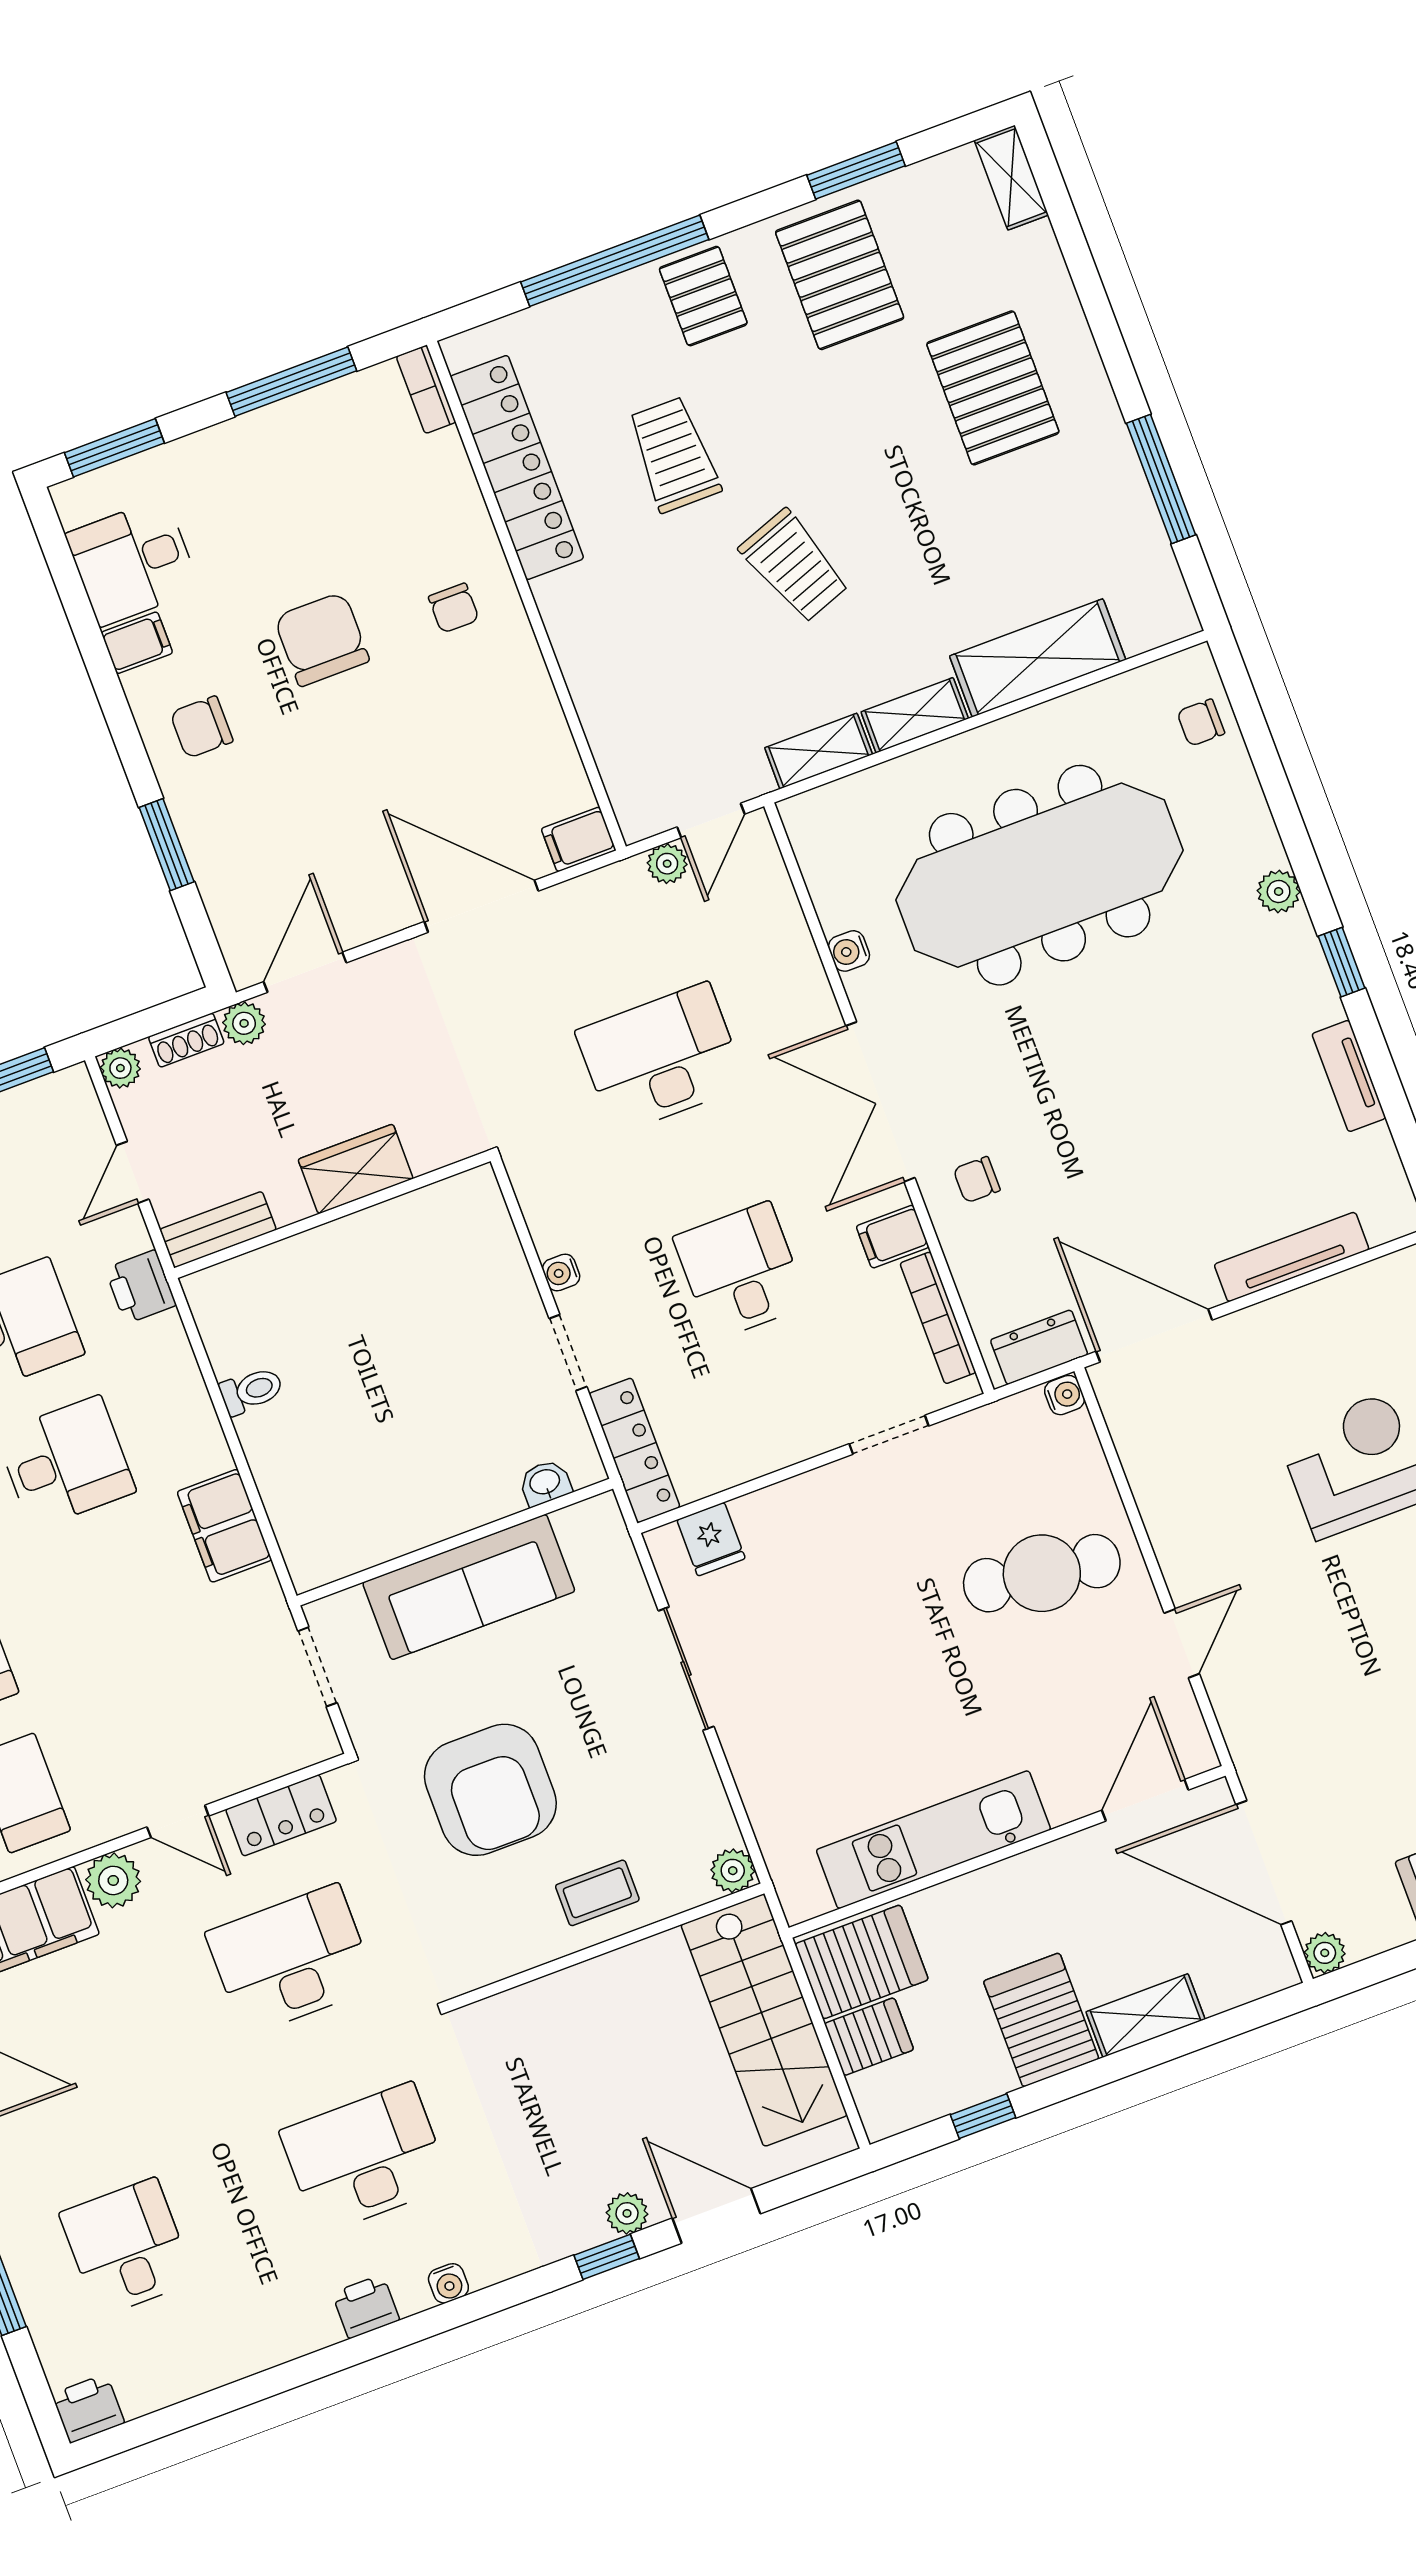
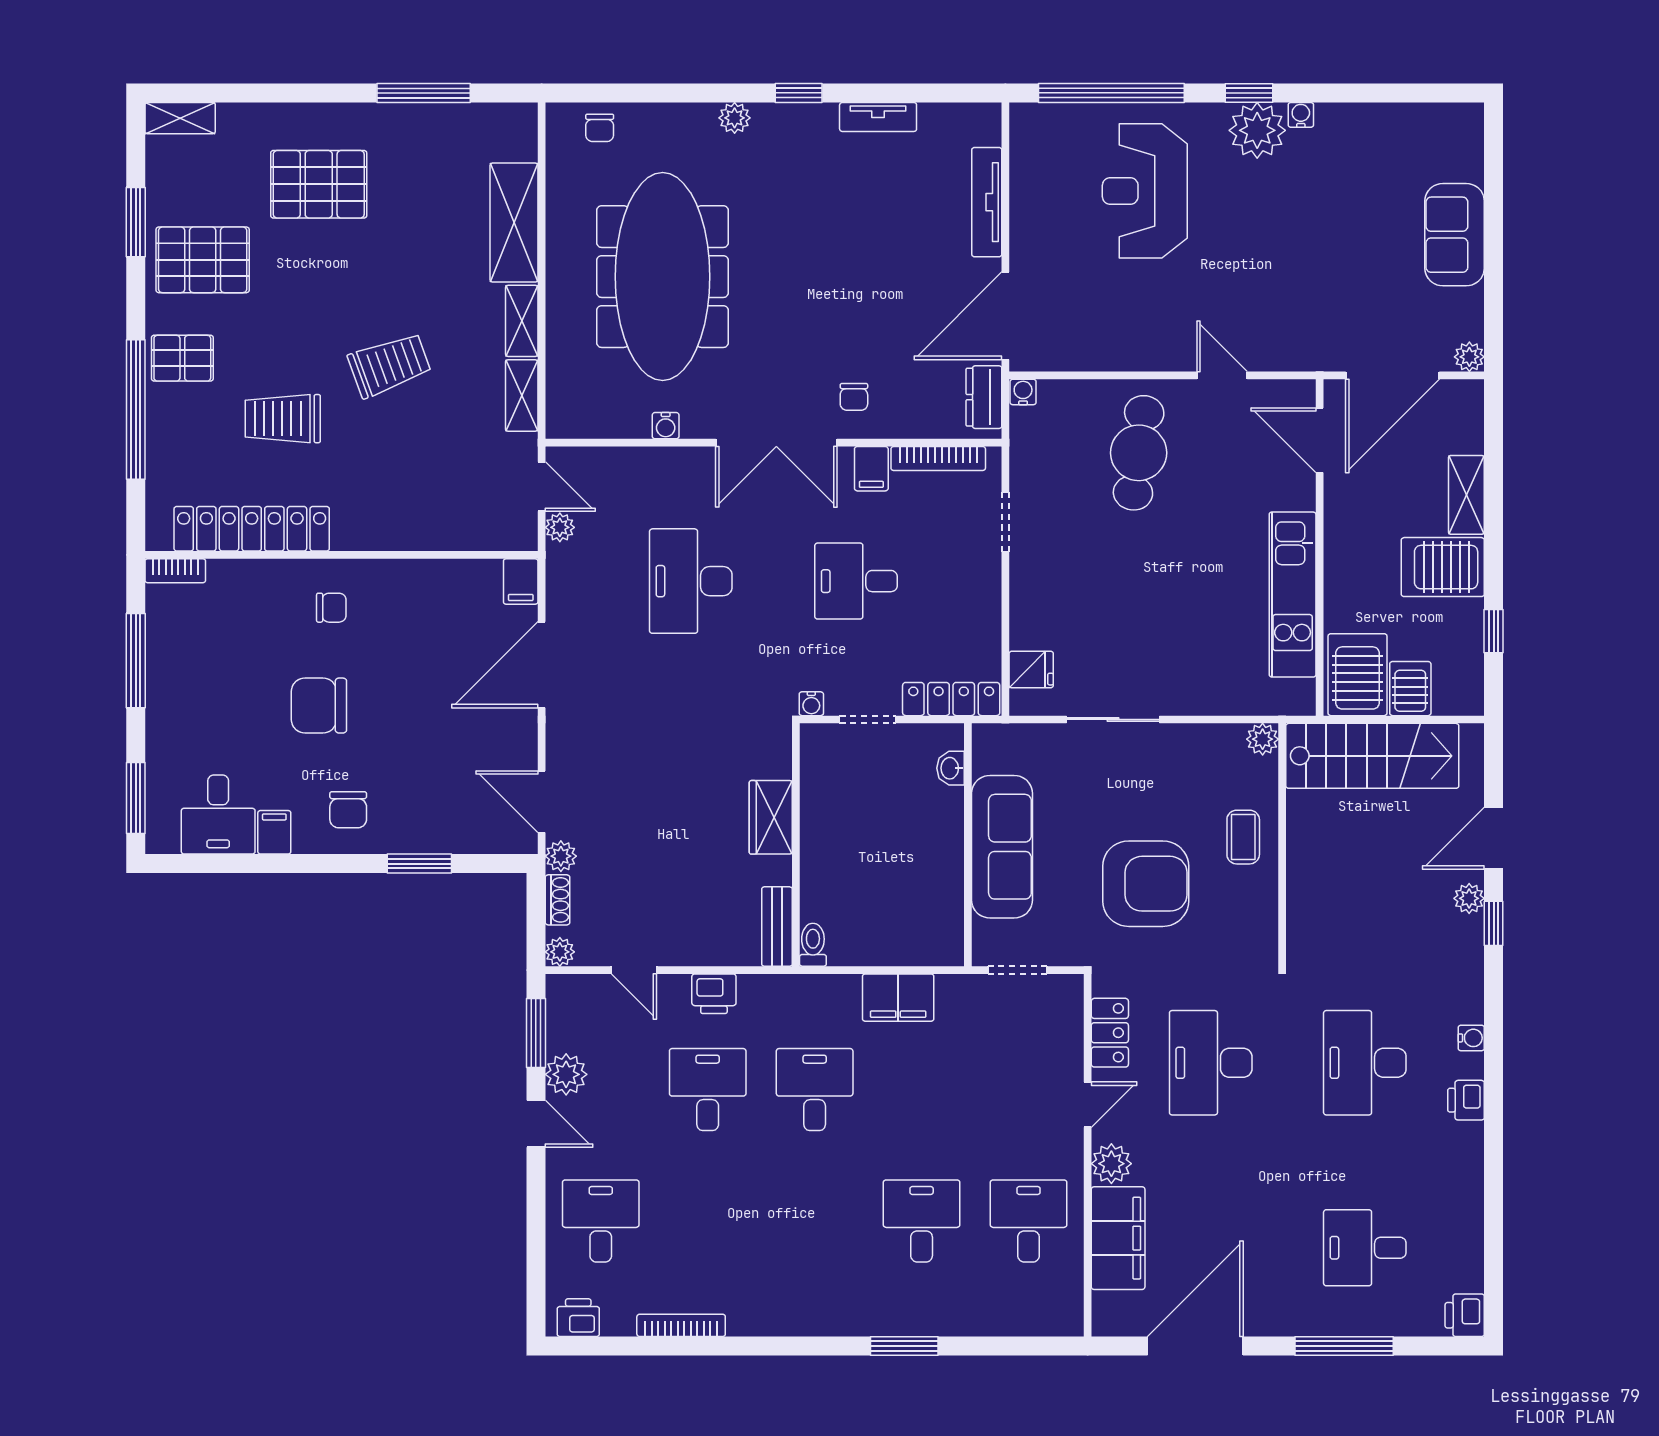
wardrobe: (356, 1169) -> (771, 817), moved
wall: (332, 1215) -> (796, 845), moved
bench: (218, 1230) -> (777, 927), moved

